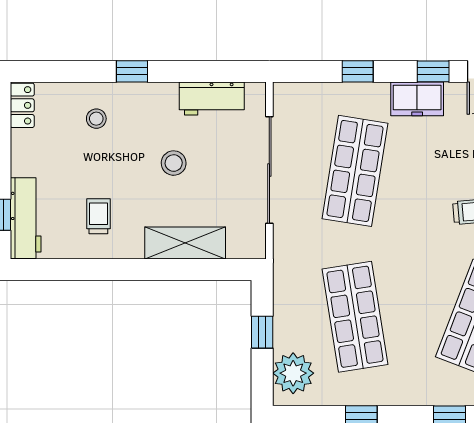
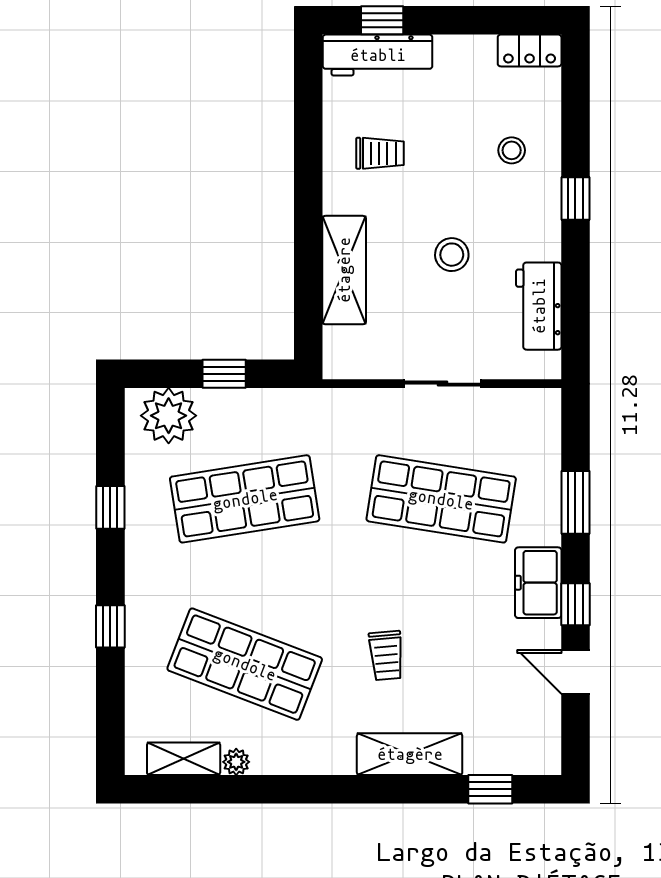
window: (358, 71) -> (575, 502), width x1.50
sliding door: (269, 170) -> (442, 384), width x0.54

